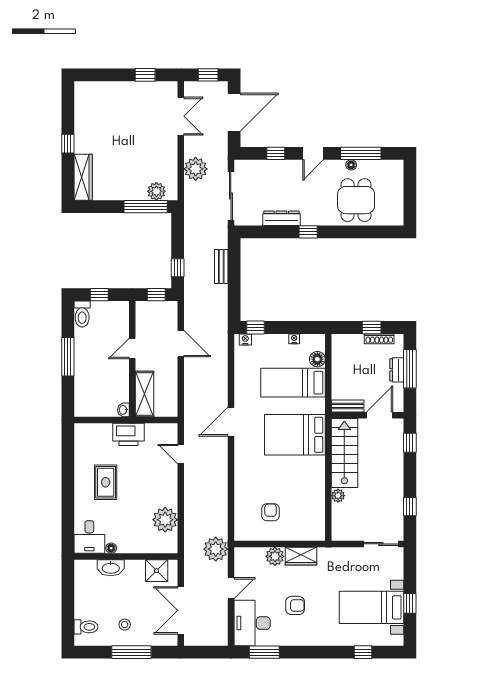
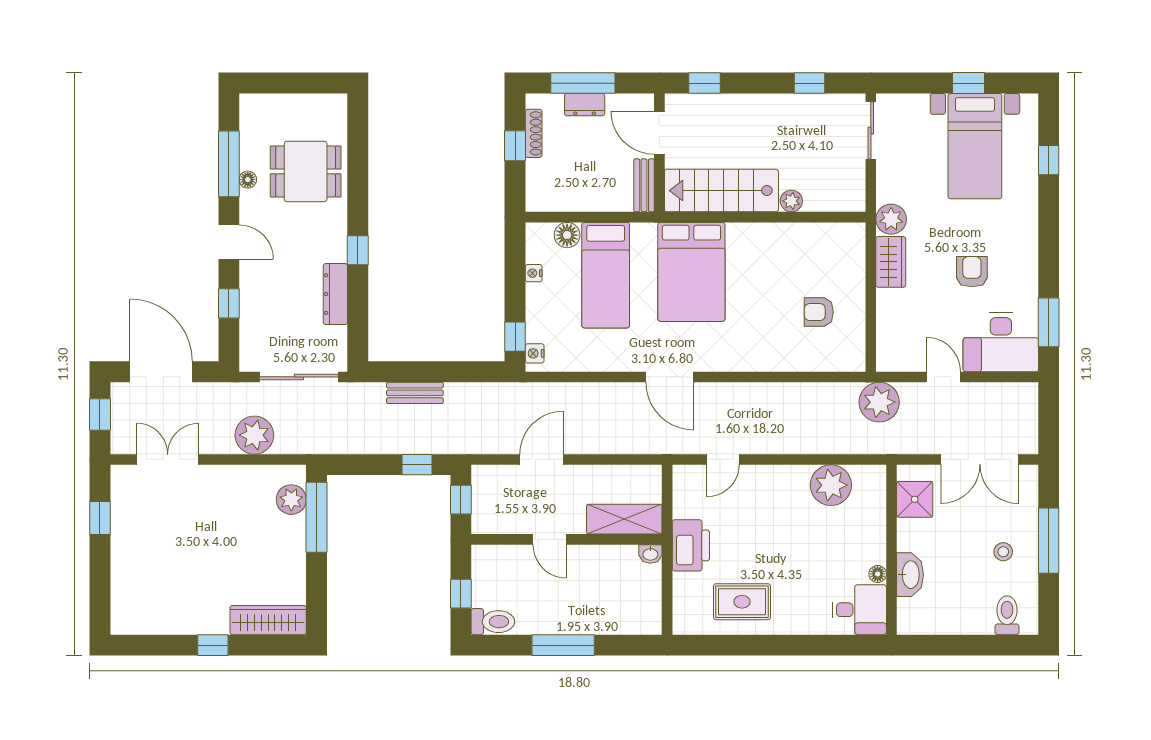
rug: (106, 482) -> (742, 602), moved
plant: (275, 556) -> (891, 219), moved

